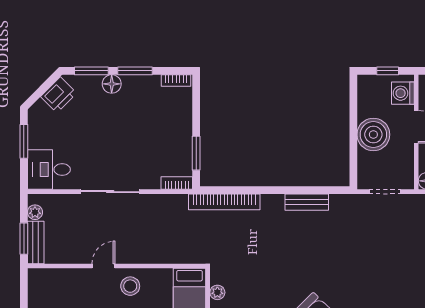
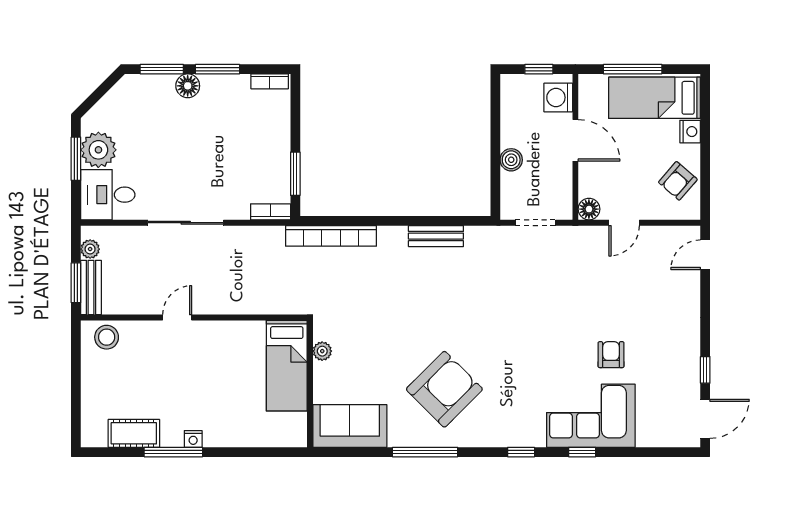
printer: (59, 95) -> (120, 100), removed
plant: (42, 134) -> (98, 150), added
boiler: (373, 135) -> (511, 160), width x0.54, depth x0.54
stool: (130, 286) -> (107, 337), moved

